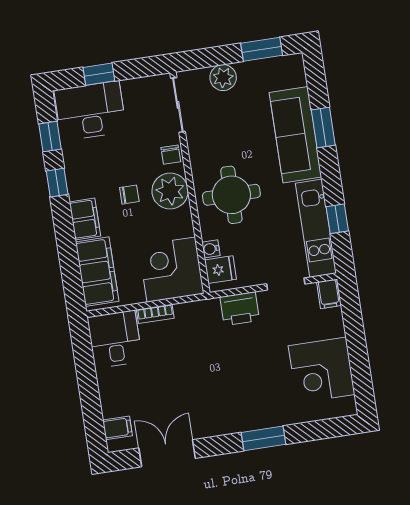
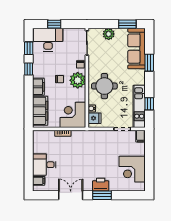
sofa: (295, 135) -> (137, 49), moved
printer: (240, 309) -> (101, 185), moved, turned 180
desk: (115, 339) -> (44, 165), moved, turned -90
double door: (167, 453) -> (71, 195), moved

